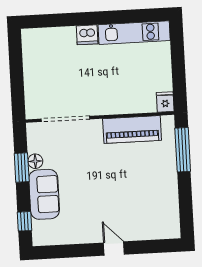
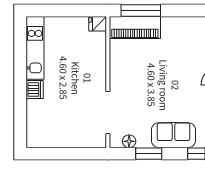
piano: (132, 130) -> (135, 27), moved, turned 90
floor lamp: (35, 161) -> (129, 141), moved

